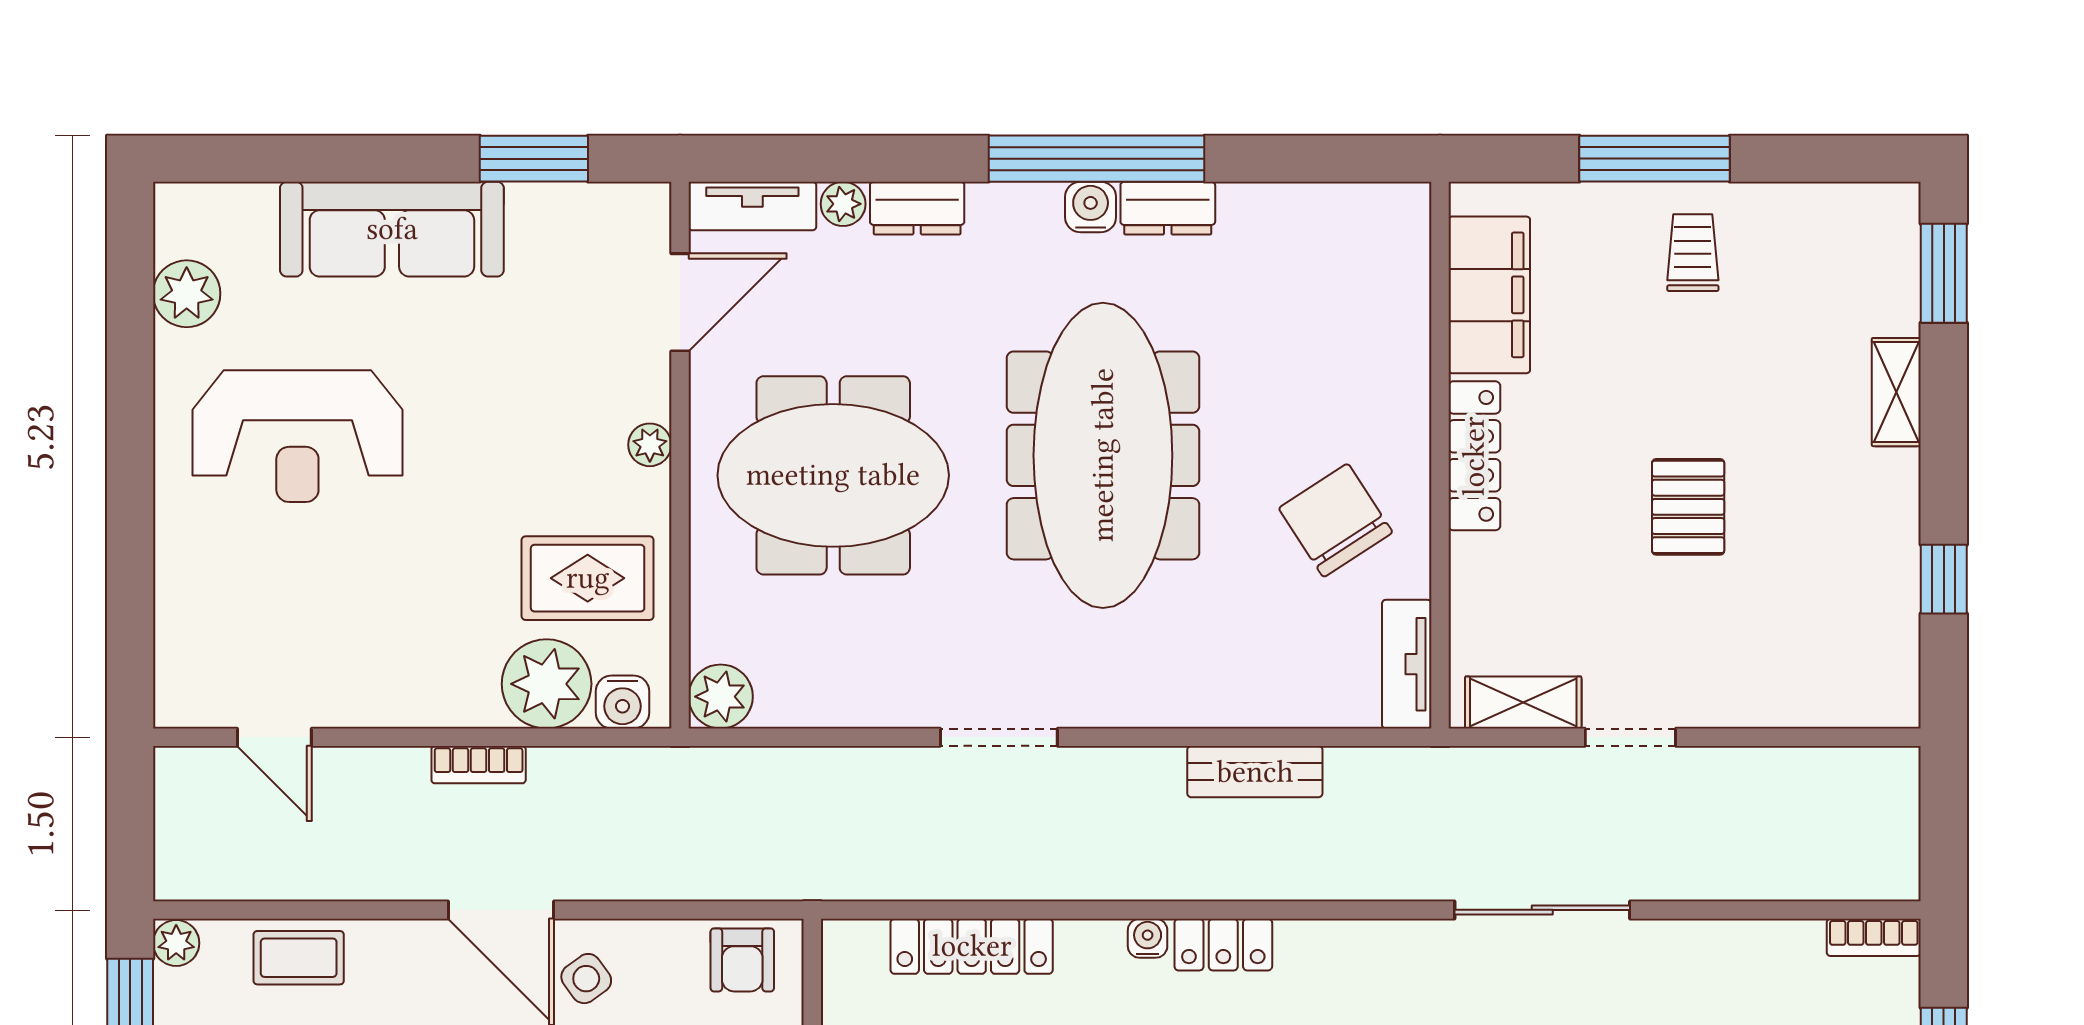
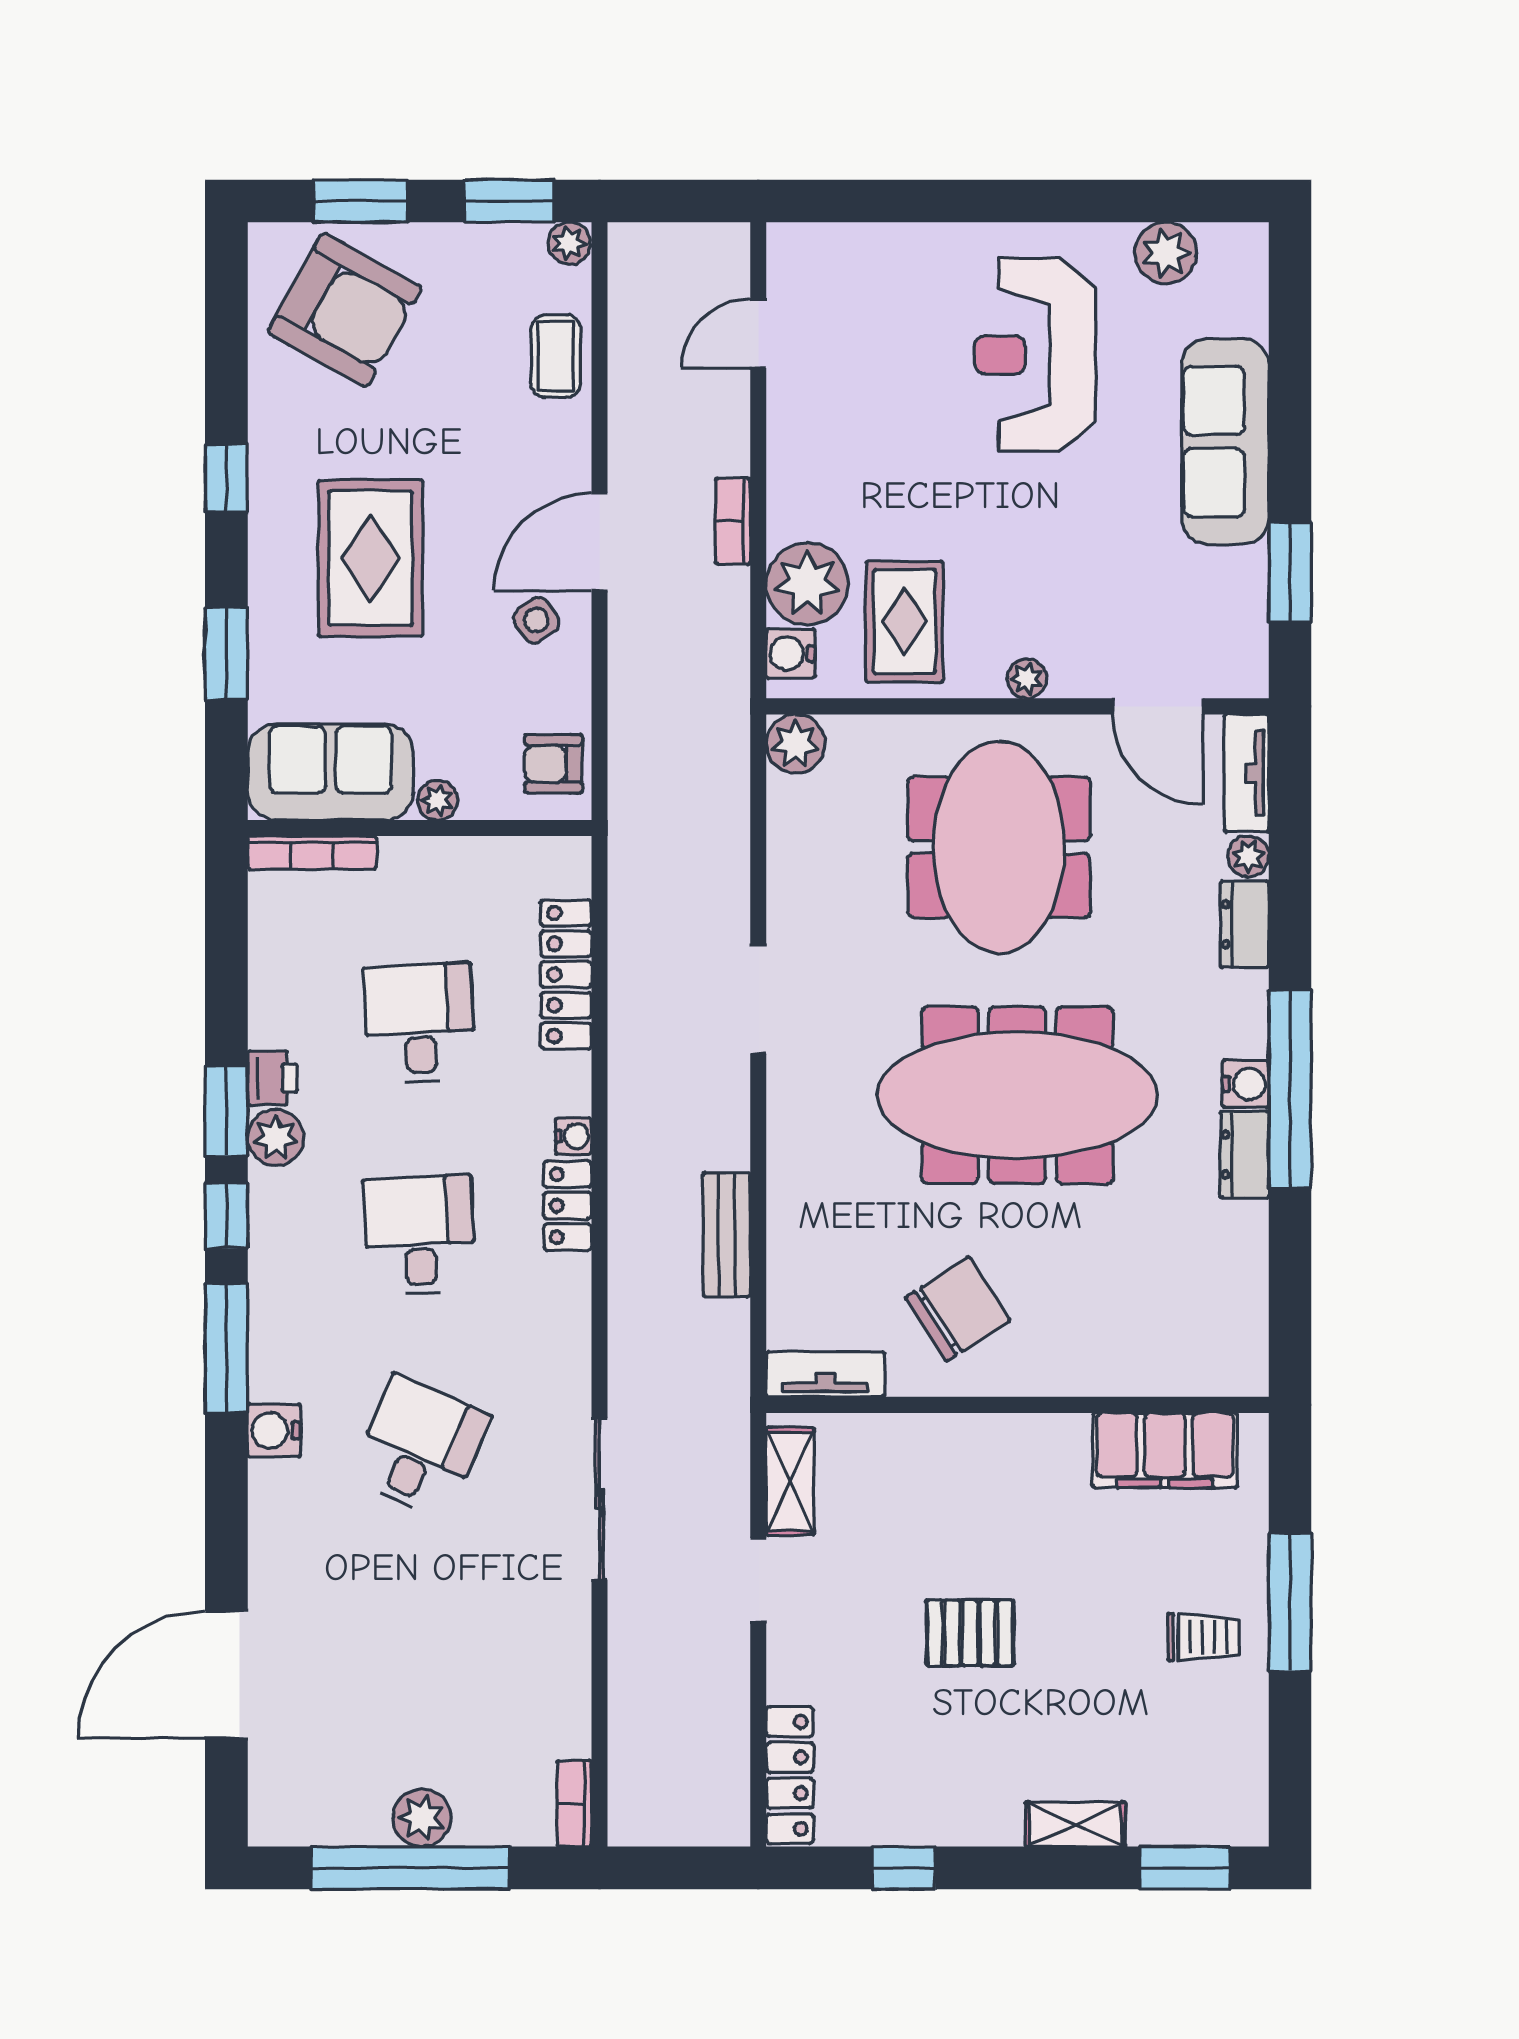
locker: (1474, 456) -> (790, 1775), moved, turned -90

